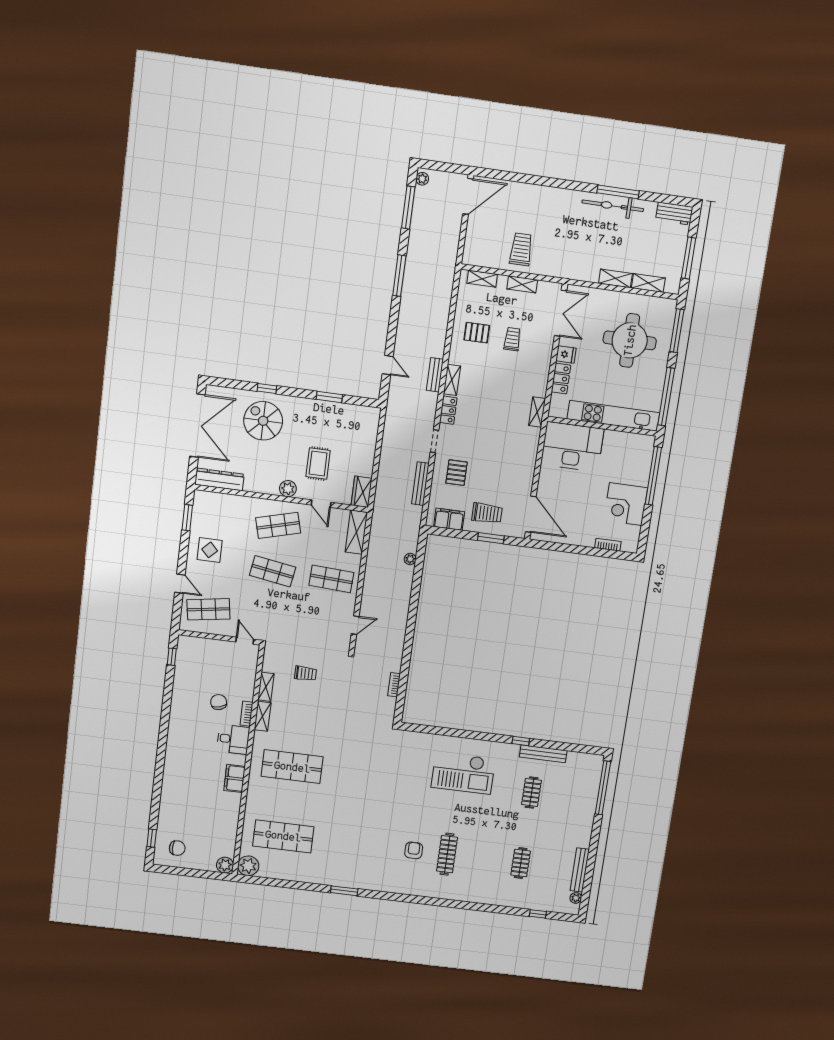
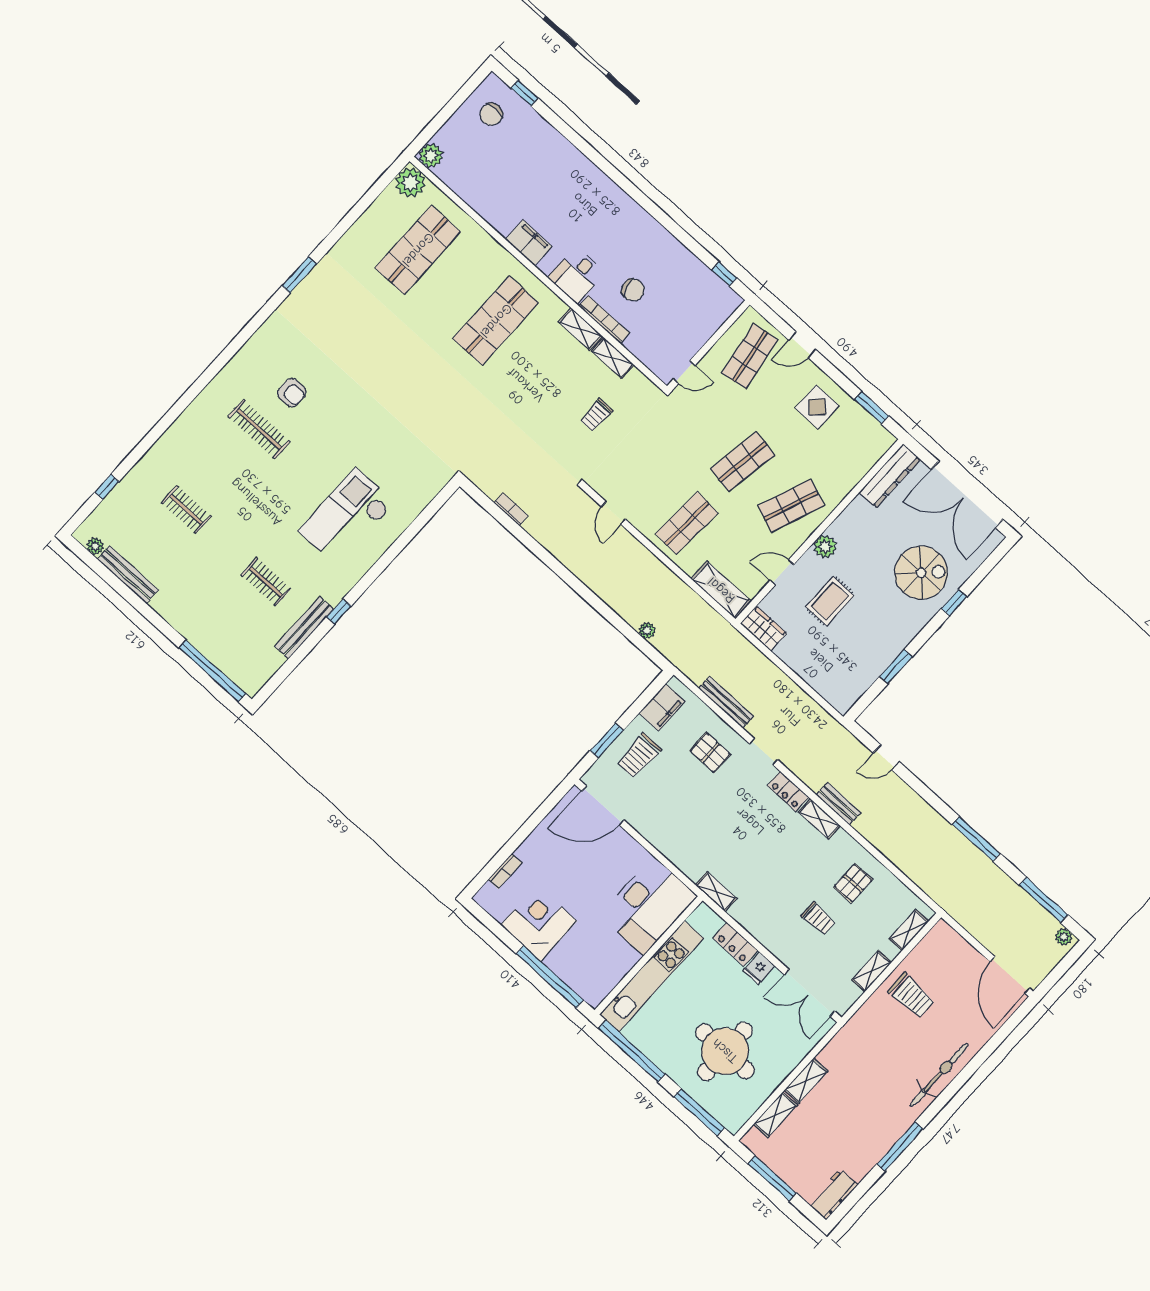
bicycle: (613, 206) -> (939, 1075), moved
rug: (318, 464) -> (830, 601), turned 90
shop shelf: (278, 525) -> (791, 506), turned 36
bookcase: (247, 714) -> (604, 319), width x1.56

